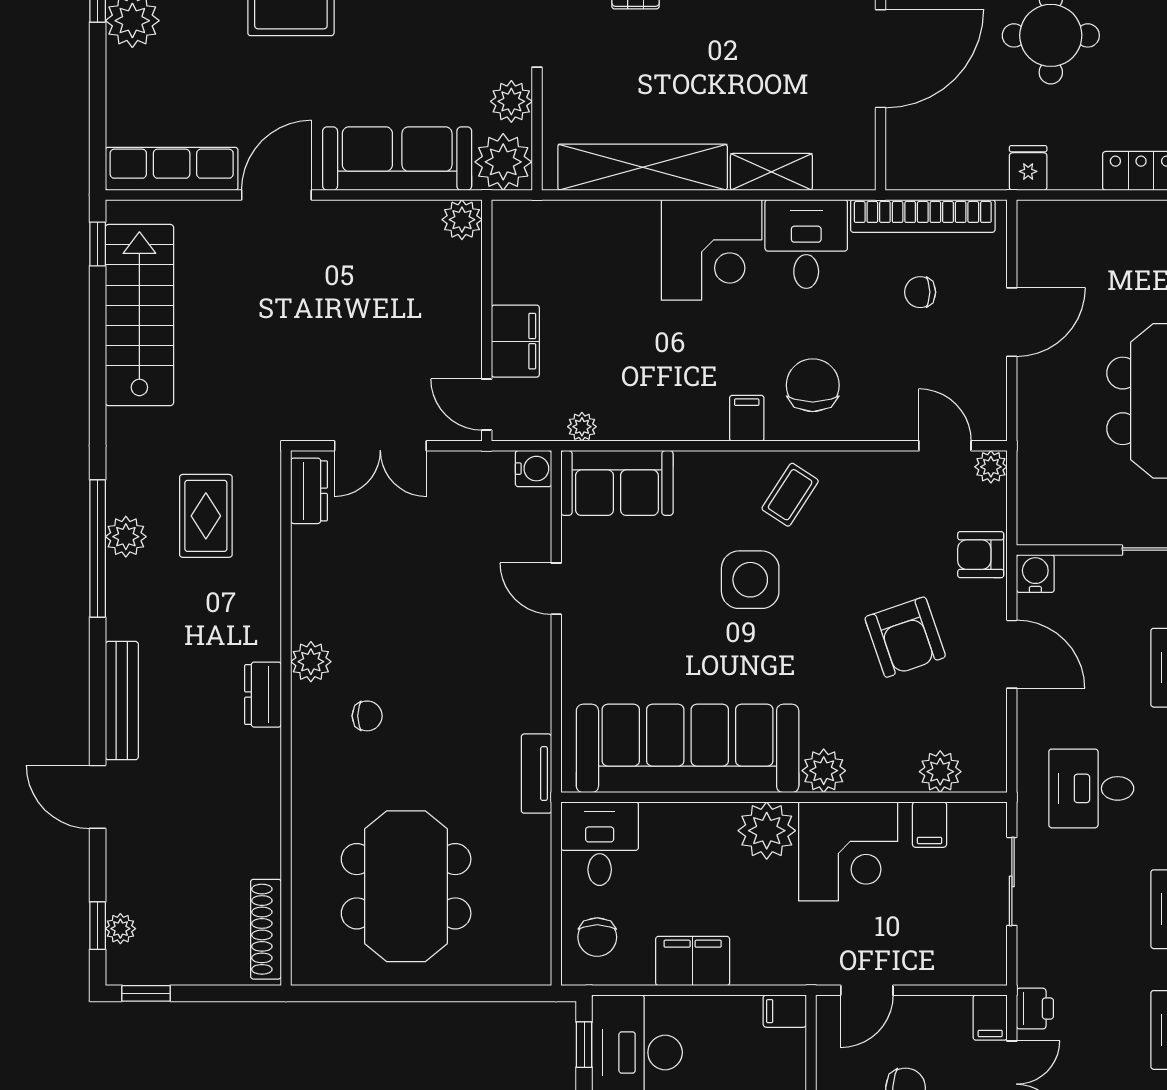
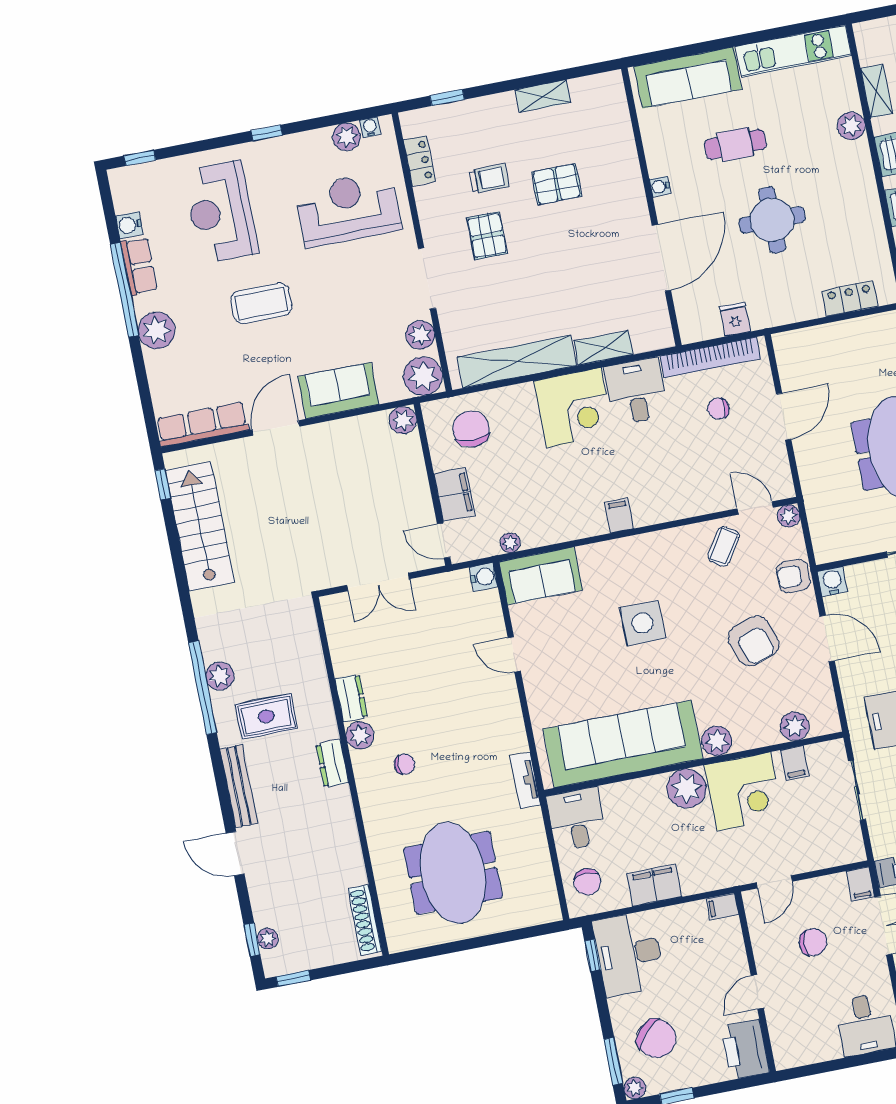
sofa: (397, 159) -> (338, 391), width x0.73
fridge: (1028, 168) -> (735, 319), moved
chair: (813, 385) -> (471, 429), moved
dresser: (309, 491) -> (351, 698), moved
coffee table: (790, 495) -> (724, 546), moved
rug: (206, 516) -> (266, 716), moved, turned 90

